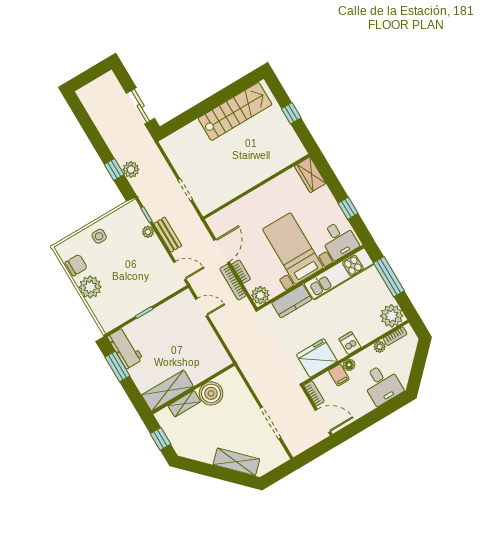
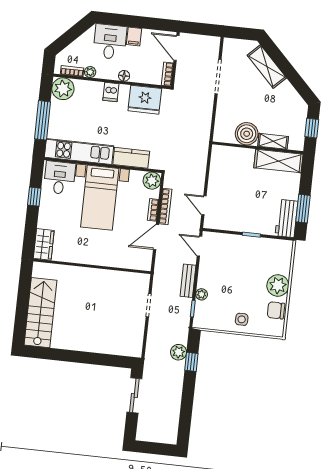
stairs: (235, 111) -> (40, 313), moved, turned 90
window: (291, 113) -> (23, 303), removed
filing cabinet: (339, 375) -> (134, 36), moved, turned 180

